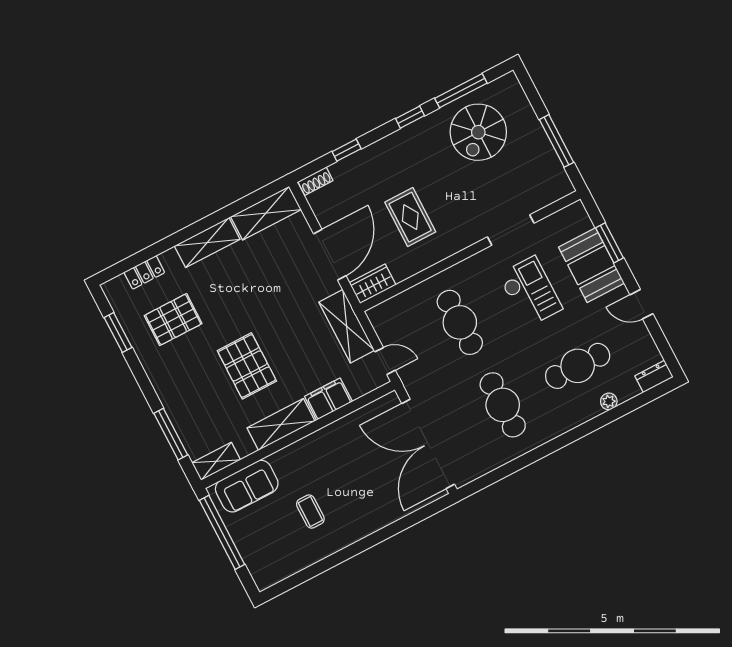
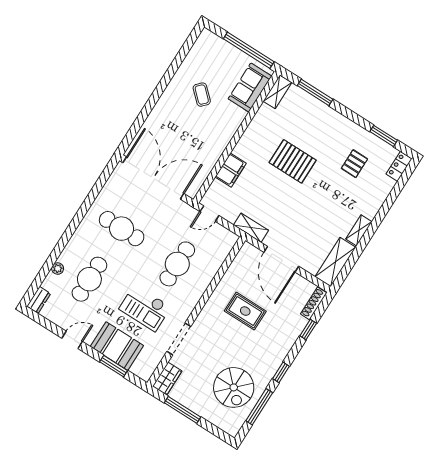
spiral stairs: (478, 132) -> (234, 387), turned 180
shoe rack: (315, 181) -> (314, 303), width x1.43
shelving: (207, 243) -> (359, 230), width x0.67, depth x0.75
locker: (144, 272) -> (399, 166), moved
wardrobe: (373, 284) -> (167, 379), moved
pallet: (173, 320) -> (354, 164), width x0.67, depth x0.71
cafe table: (460, 322) -> (177, 264), turned 90
shelving: (347, 326) -> (251, 228), width x0.67, depth x0.75
shelving: (281, 425) -> (251, 138), removed
coffee table: (310, 512) -> (202, 95), turned 43

